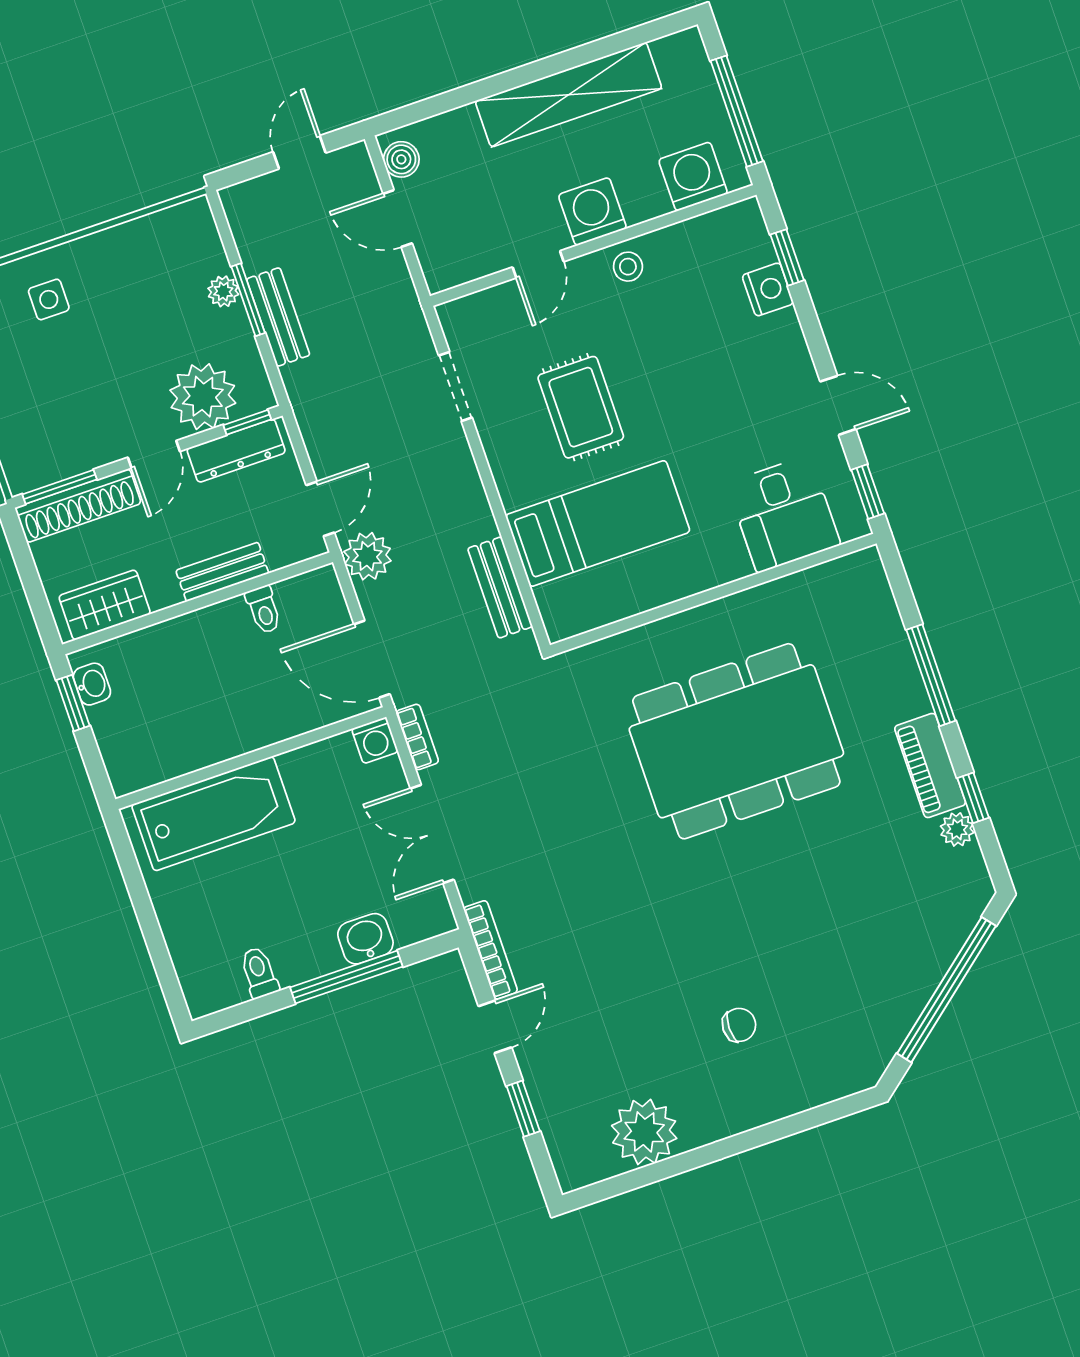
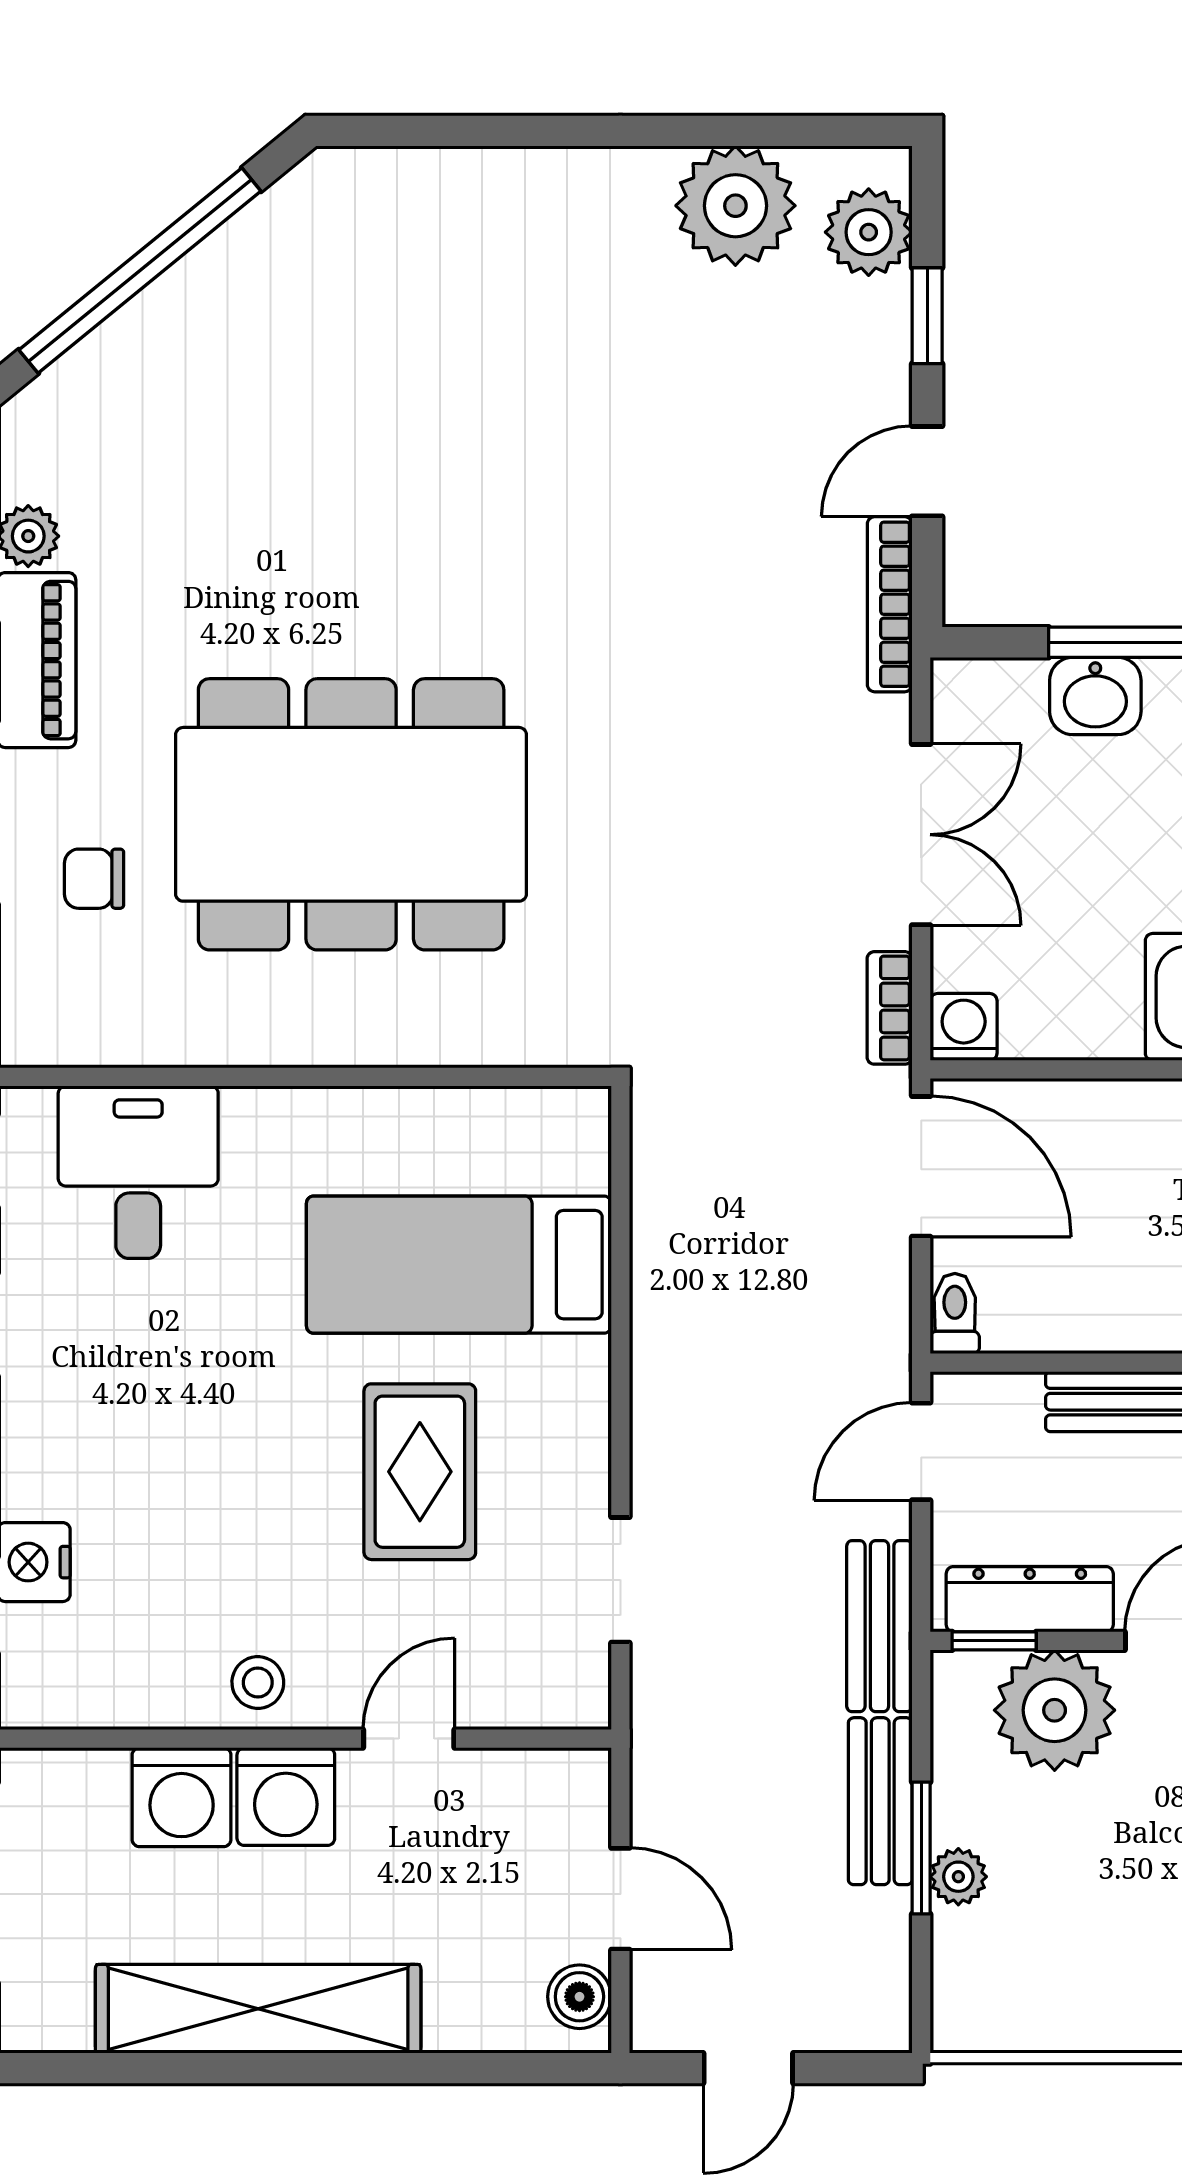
washing machine: (693, 177) -> (182, 1797), moved
plant: (367, 556) -> (869, 232), moved
bench: (500, 587) -> (879, 1626), moved
toilet: (264, 610) -> (955, 1314), moved
chair: (739, 1025) -> (94, 879), moved

